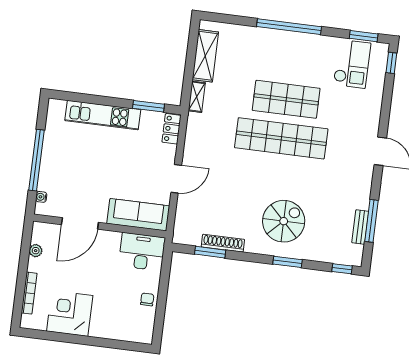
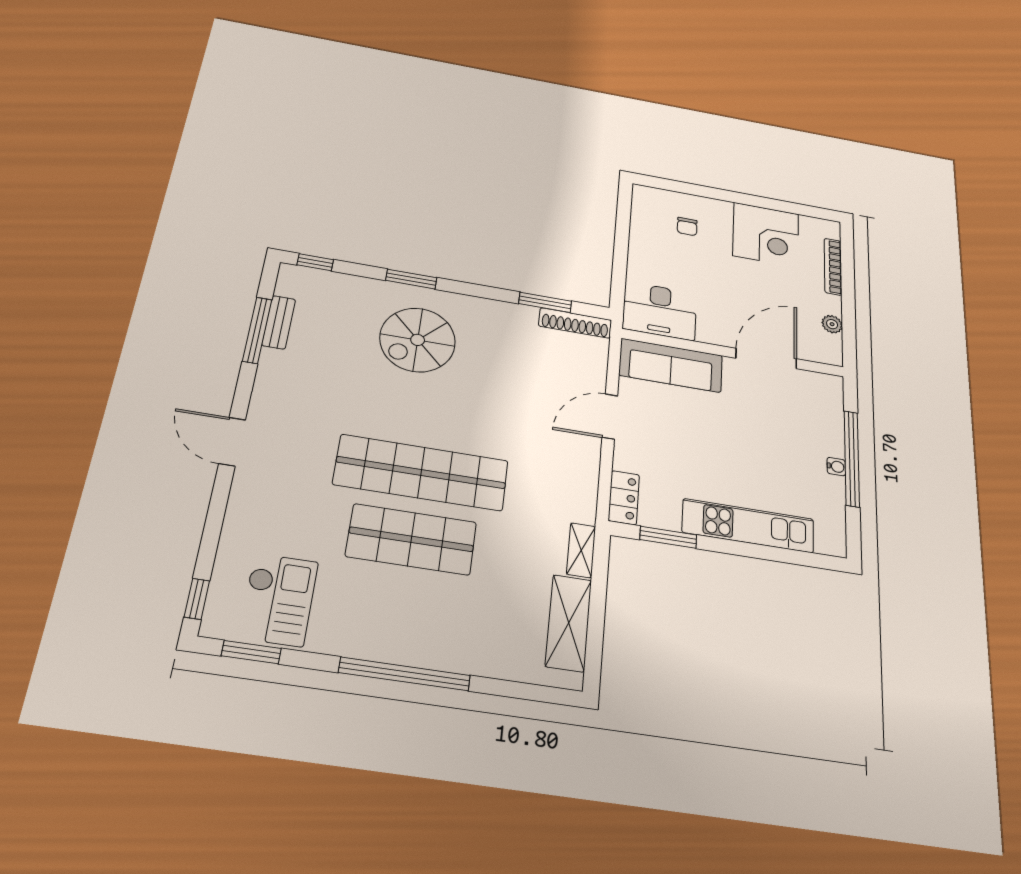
checkout: (352, 64) -> (278, 600), turned 180
water cooler: (41, 197) -> (836, 467), moved
shoe rack: (223, 243) -> (575, 323), moved
chair: (147, 299) -> (687, 227), moved

